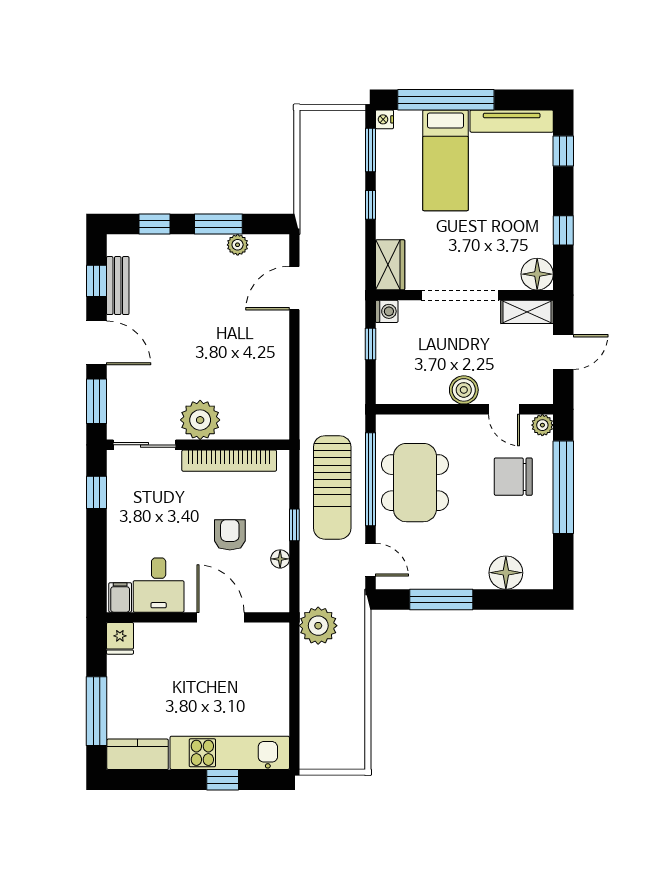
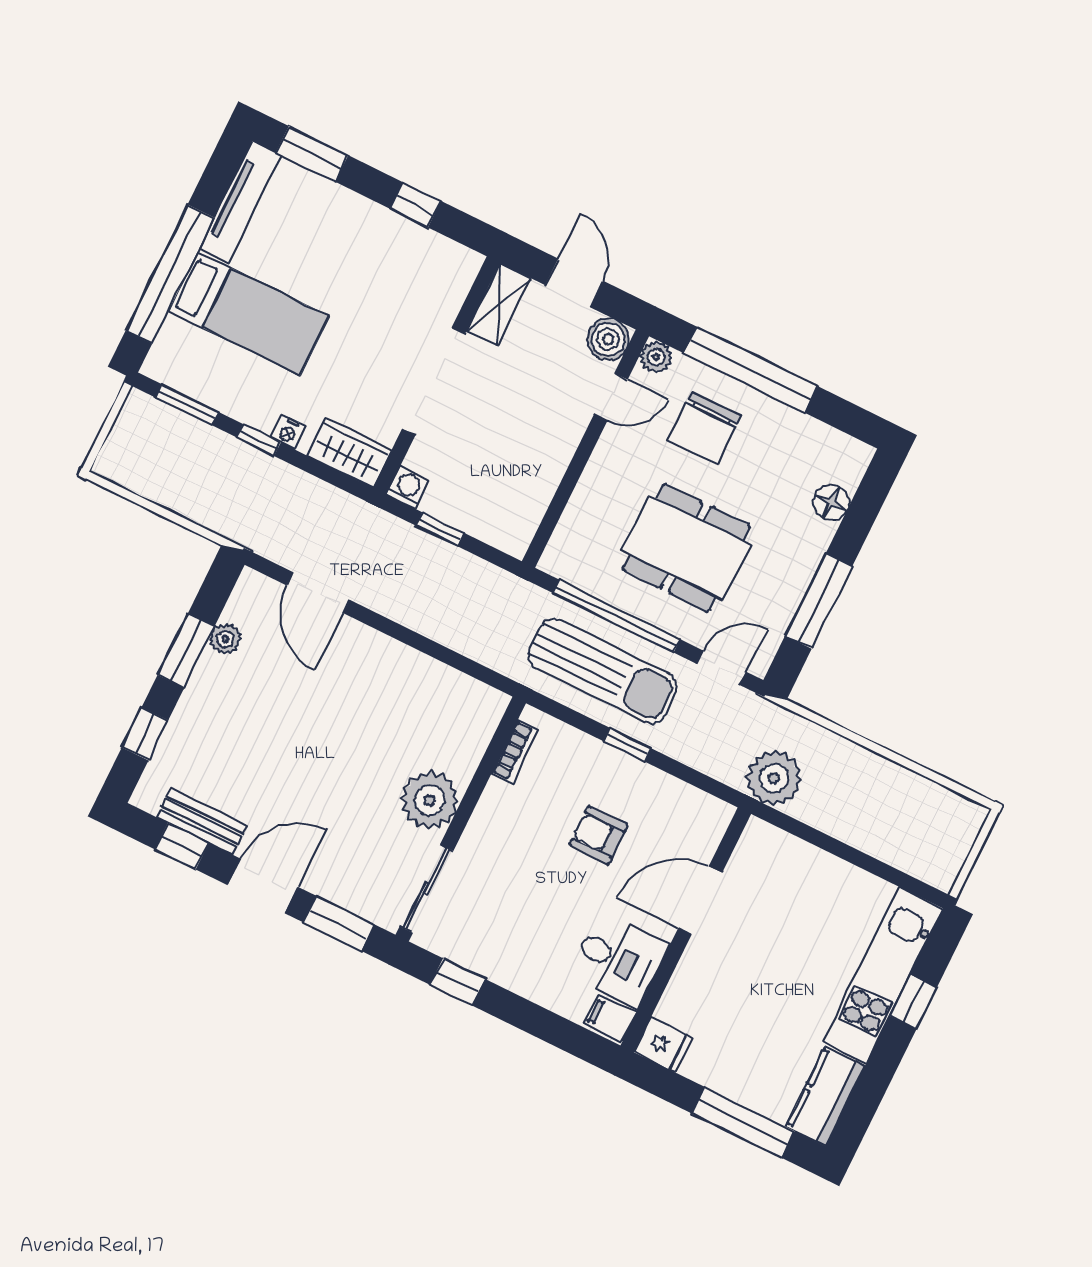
nightstand: (384, 119) -> (288, 432), moved
window: (563, 151) -> (312, 154), width x1.50
floor lamp: (537, 274) -> (456, 267), removed
boiler: (464, 390) -> (608, 339), moved
bookcase: (229, 461) -> (515, 752), width x0.43, depth x0.76
dining table: (415, 483) -> (686, 548), moved
floor lamp: (280, 559) -> (662, 785), removed
floor lamp: (506, 573) -> (831, 502), width x0.73, depth x0.73

